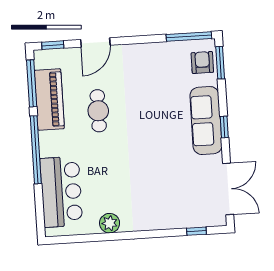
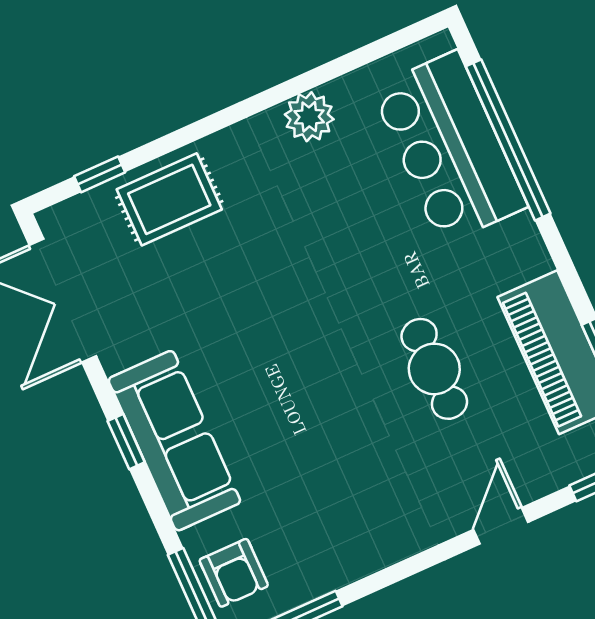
door: (95, 42) -> (501, 526), width x0.73
window: (36, 150) -> (508, 140), moved
rug: (174, 212) -> (169, 199), added

